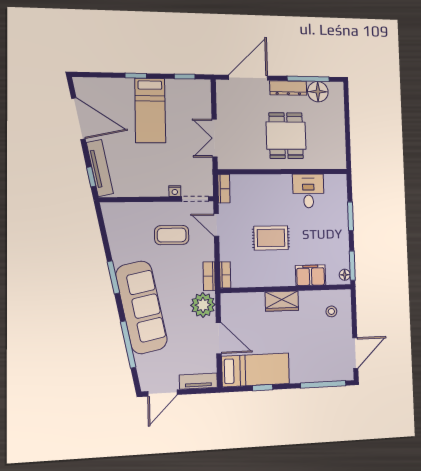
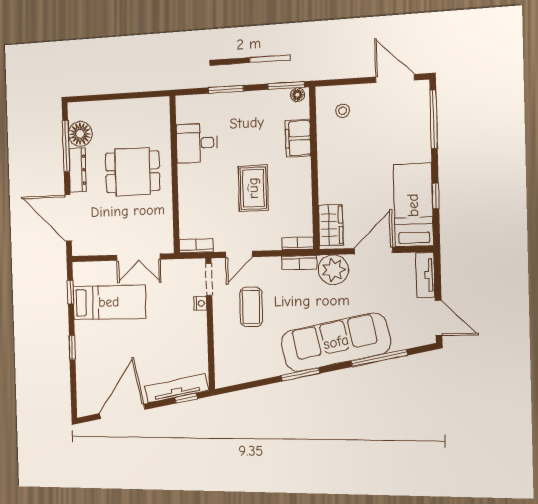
bed: (150, 110) -> (109, 302), moved
wardrobe: (282, 301) -> (331, 225), moved

